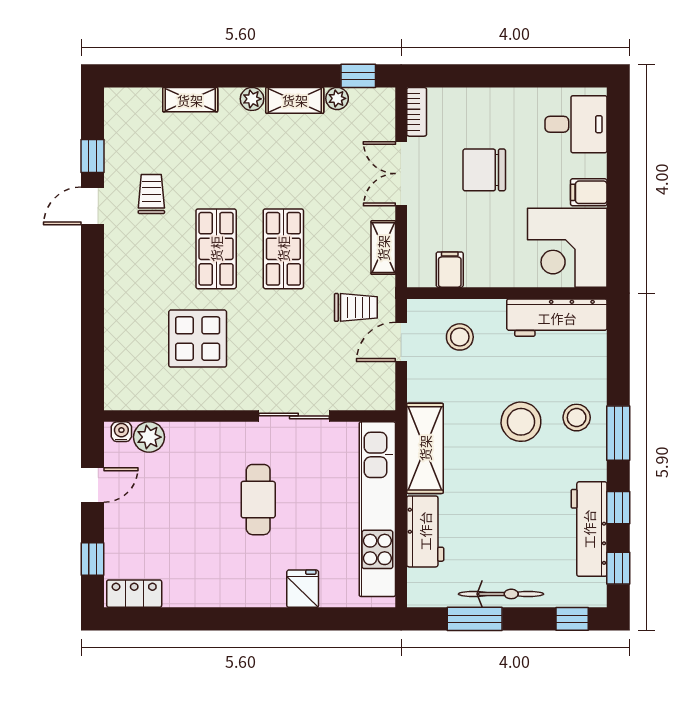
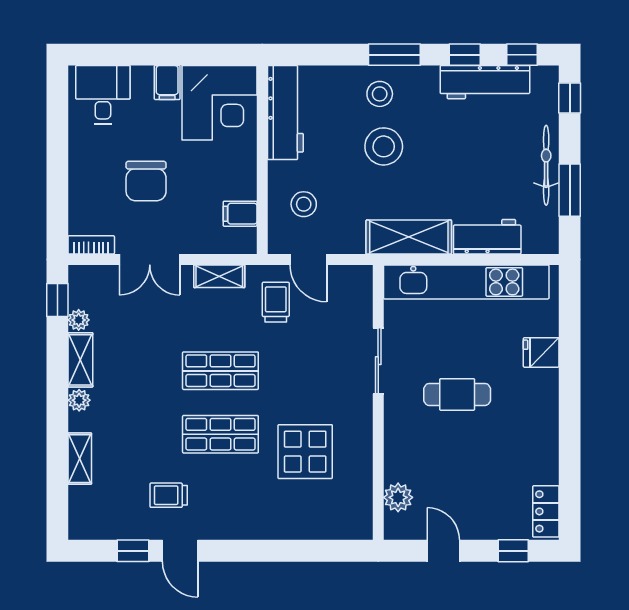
water cooler: (121, 432) -> (393, 524), removed

